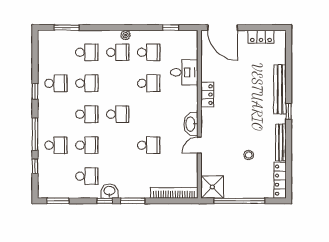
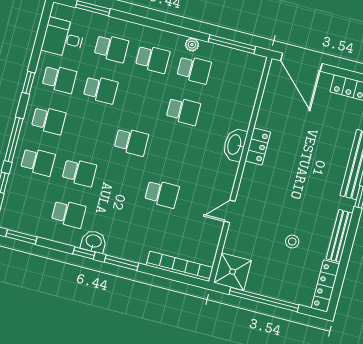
window: (171, 28) -> (232, 44), width x2.17
plant: (126, 35) -> (192, 45), moved
desk: (184, 72) -> (63, 38), moved, turned 180
school desk: (87, 114) -> (49, 120), moved
washbasin: (191, 124) -> (235, 145), moved

